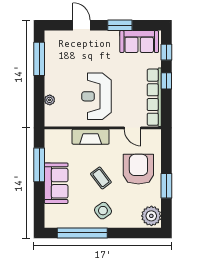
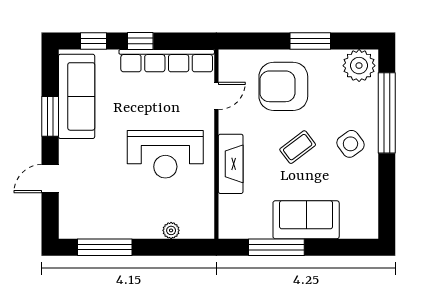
sofa: (139, 42) -> (77, 96), width x1.36
window: (82, 233) -> (387, 113), moved

